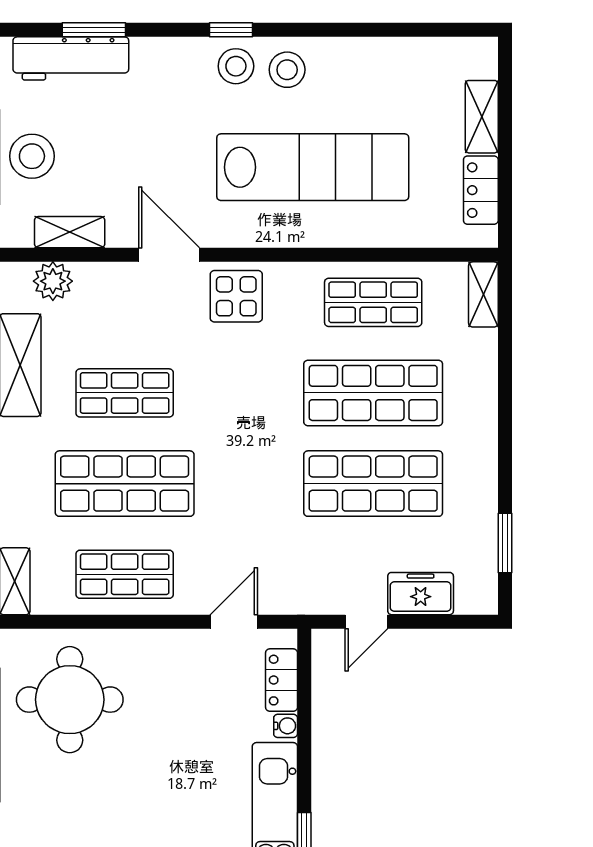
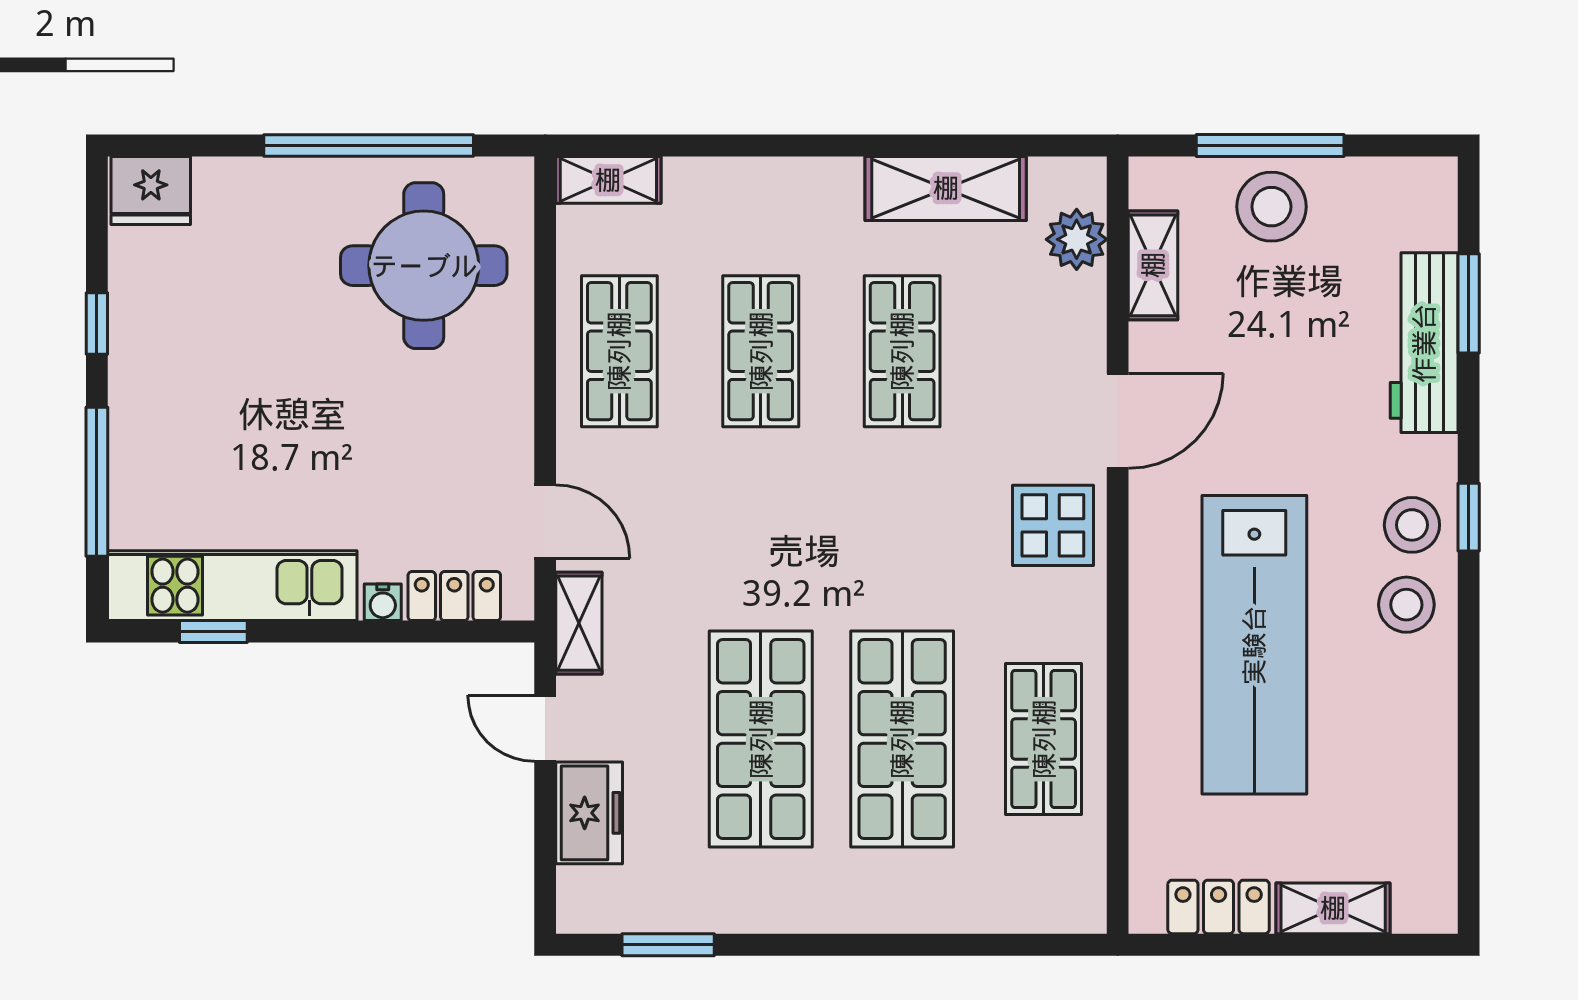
workbench: (71, 58) -> (1424, 343), moved
shelving: (483, 294) -> (579, 623), moved, turned 90
shop shelf: (125, 484) -> (761, 351), width x0.70, depth x0.74

